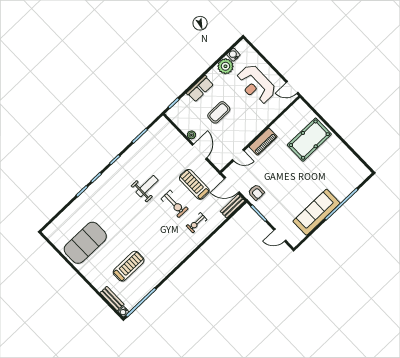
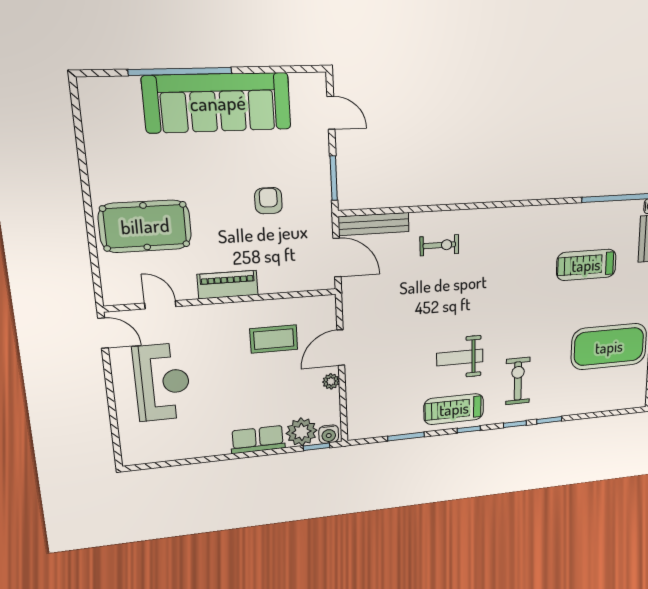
water cooler: (233, 55) -> (329, 434), moved
plant: (225, 66) -> (302, 432), moved
coffee table: (219, 112) -> (274, 339), moved
door: (238, 155) -> (160, 305), moved
treadmill: (194, 184) -> (454, 409), moved, turned 90
armchair: (256, 192) -> (268, 201), moved
exercise bike: (174, 204) -> (518, 381), moved
bench: (232, 206) -> (374, 224), width x1.36
sofa: (317, 212) -> (218, 103), width x1.36, depth x1.27

